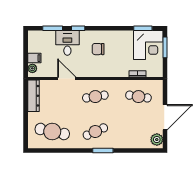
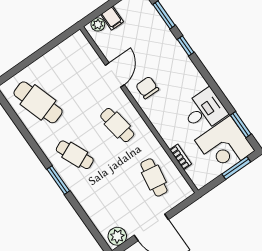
desk: (67, 43) -> (204, 111), moved
chair: (98, 49) -> (147, 88), moved
dresser: (33, 96) -> (66, 49), removed
cafe table: (52, 132) -> (38, 102), turned -30

